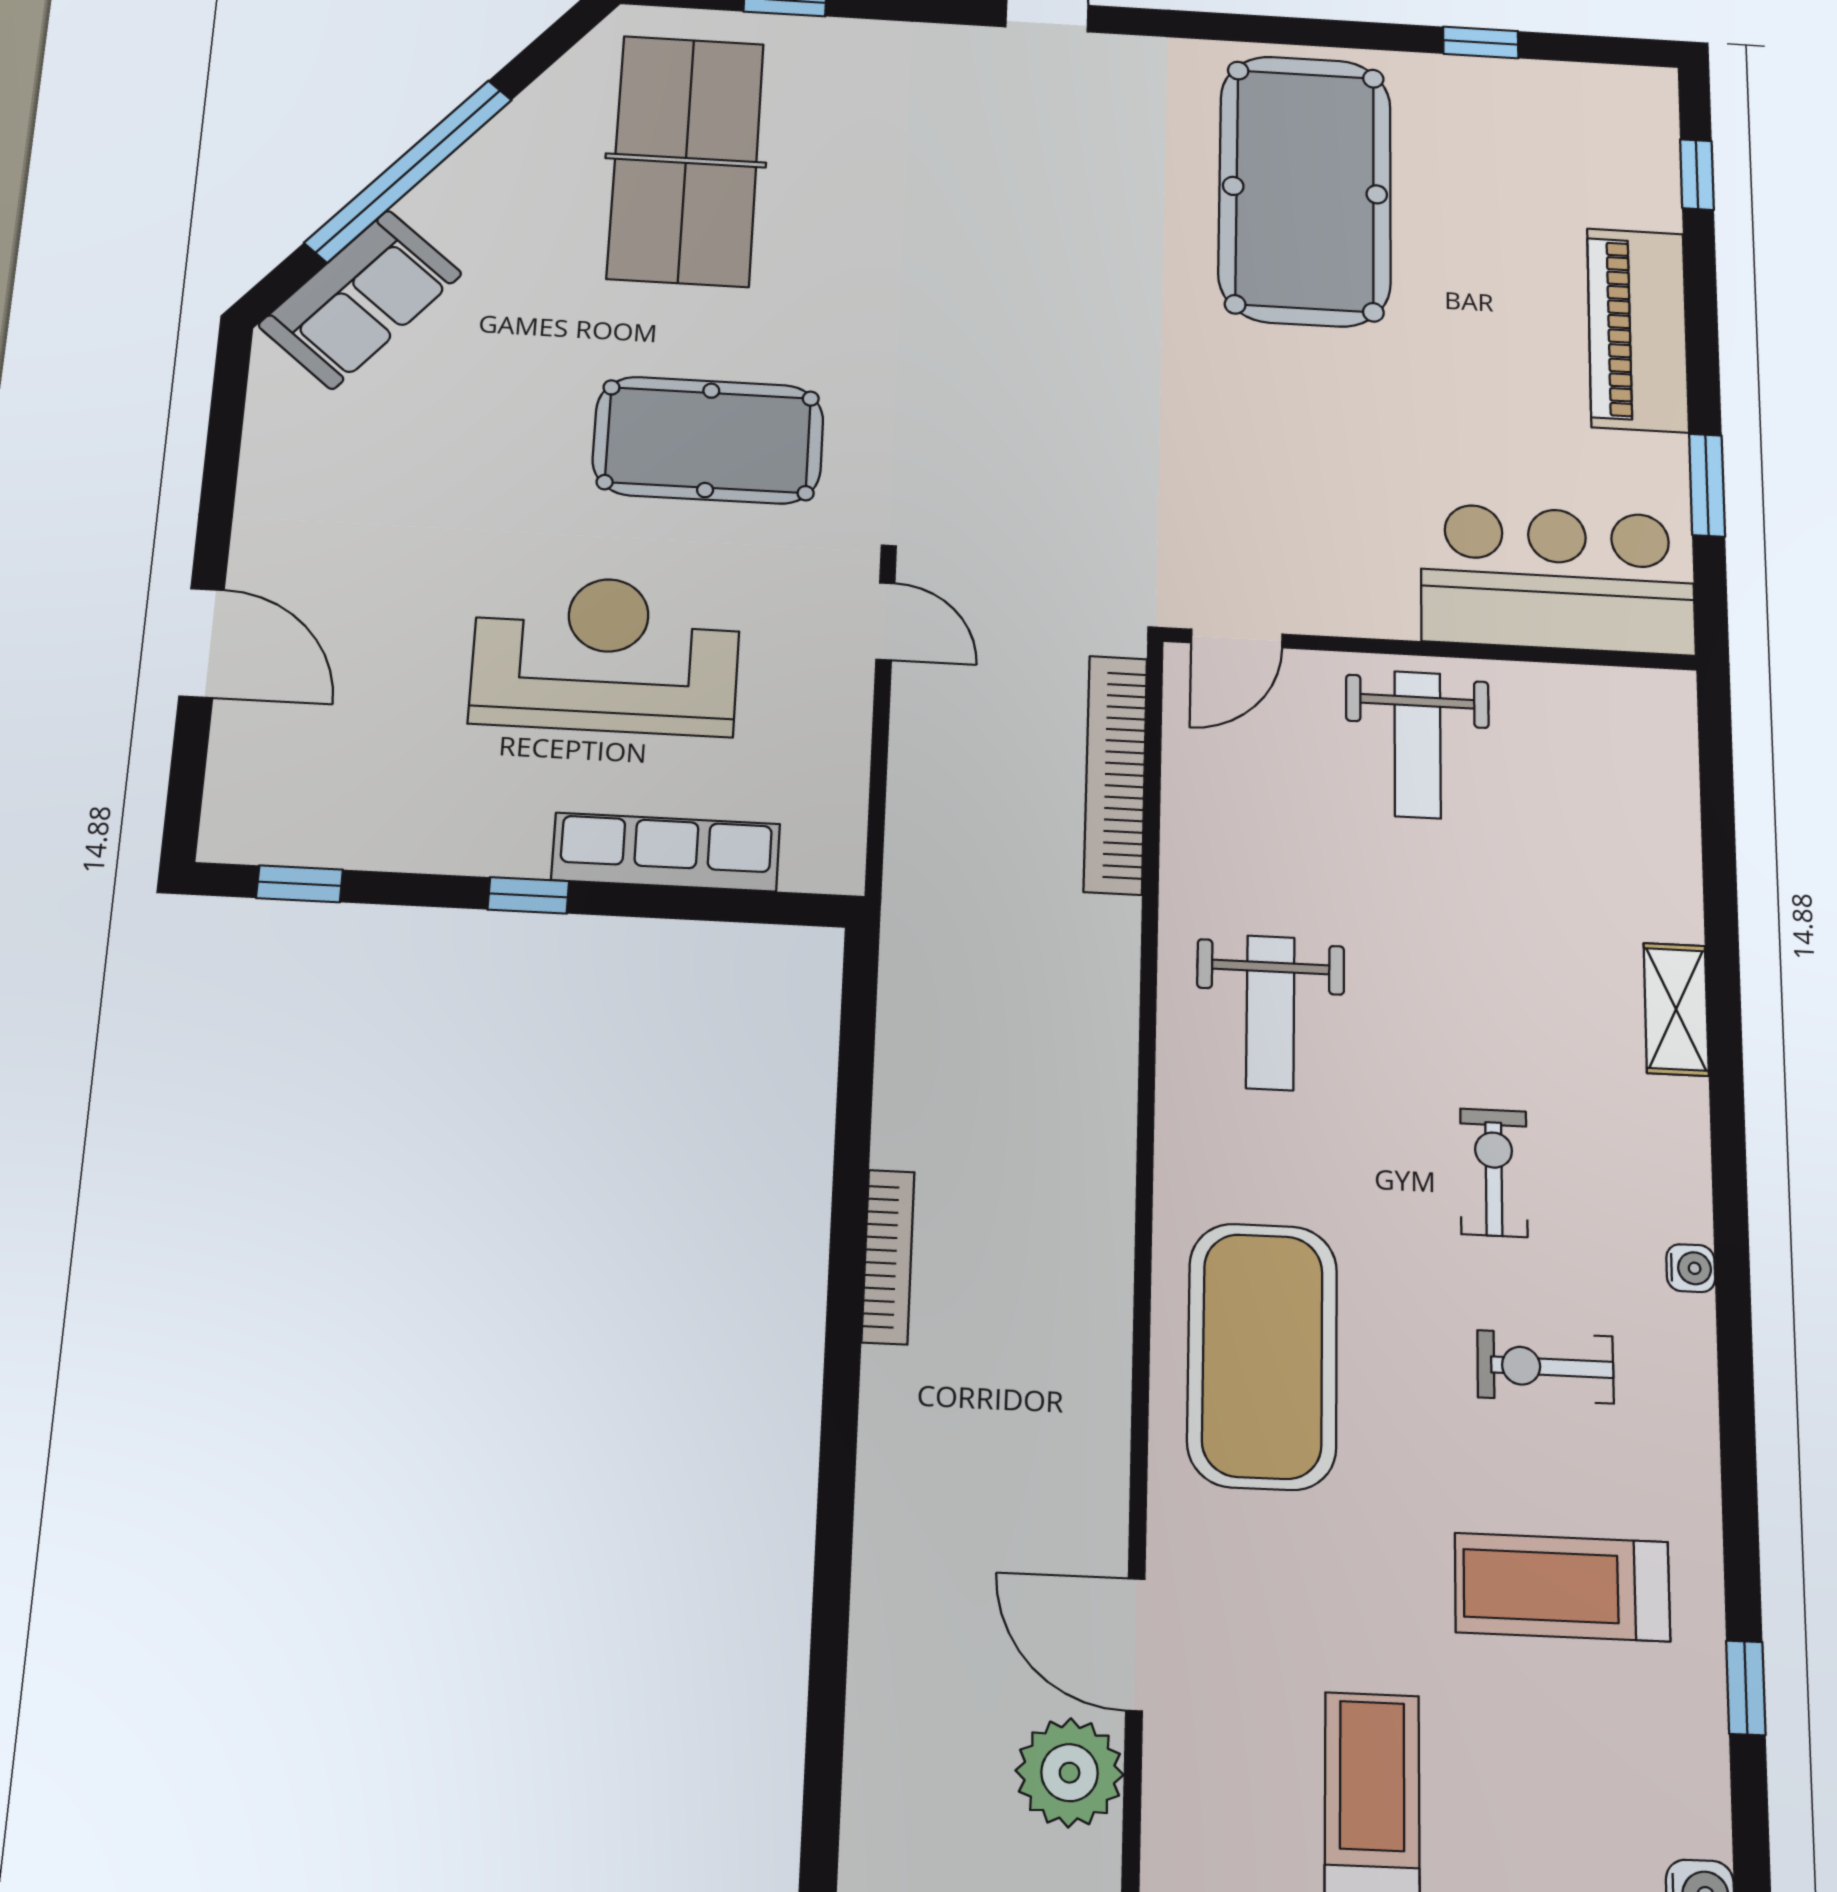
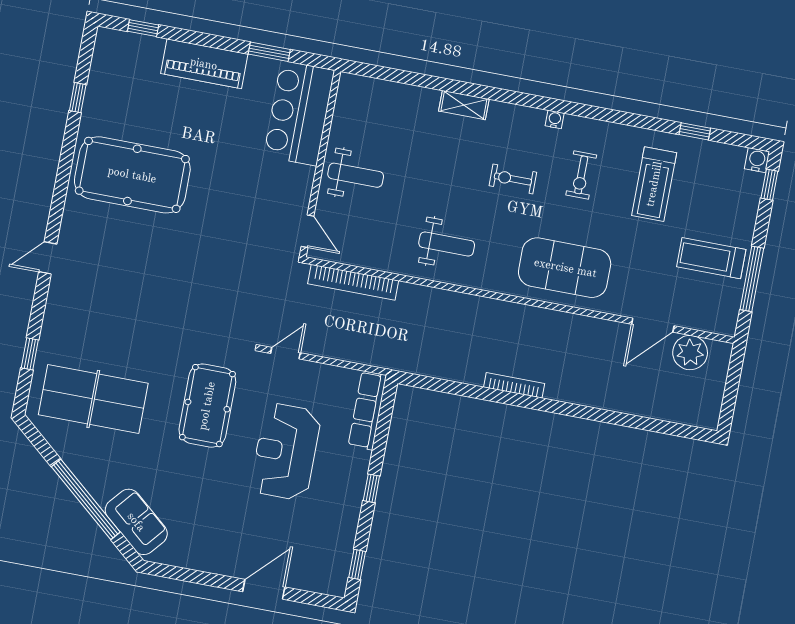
row of seats: (666, 852) -> (367, 410), moved

